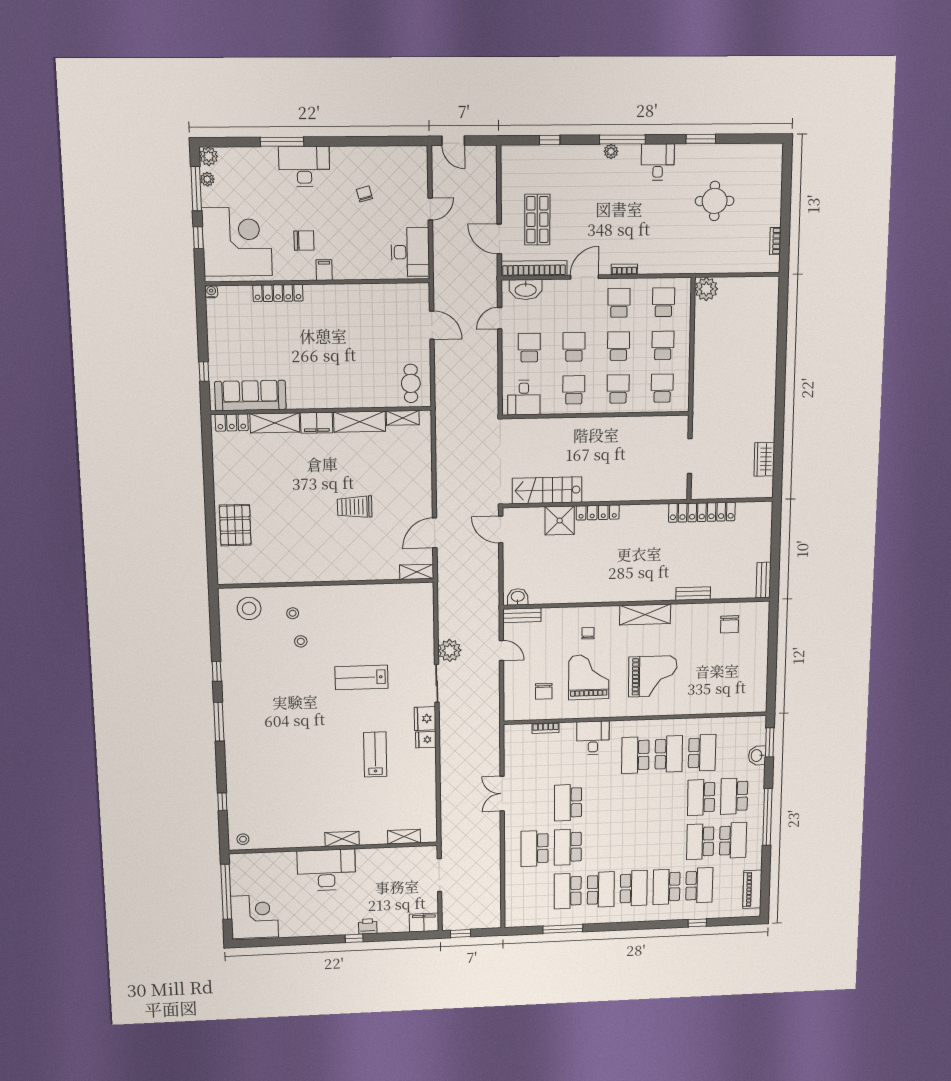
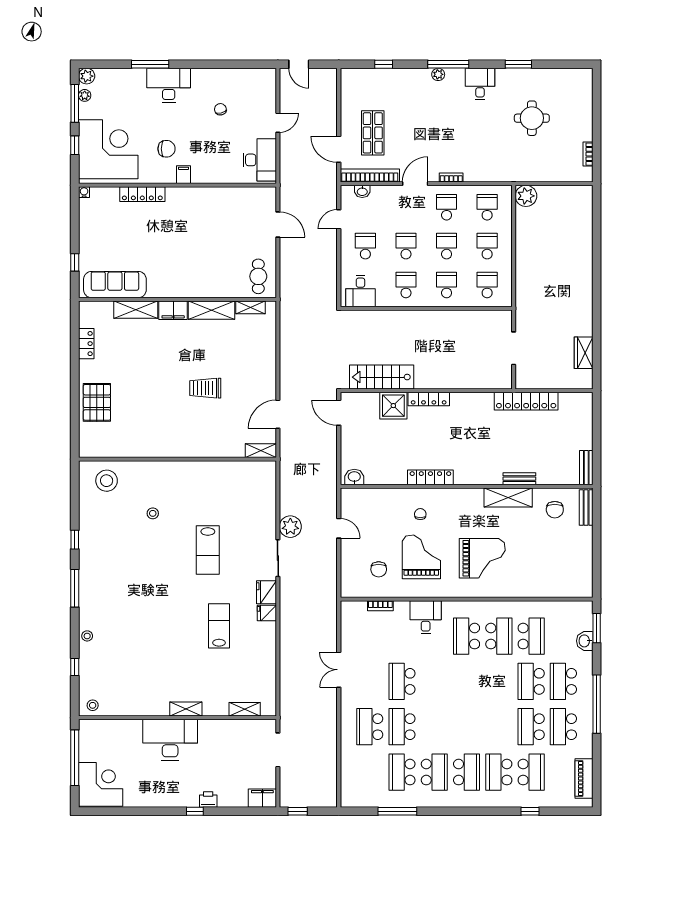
washbasin: (526, 290) -> (362, 191), width x0.52, depth x0.69
locker: (232, 423) -> (86, 344), moved, turned -90
locker: (599, 595) -> (430, 477), added
stool: (293, 613) -> (87, 636), moved
shelving: (645, 614) -> (508, 498), moved
bench: (522, 615) -> (586, 508), moved, turned 90
lab bench: (361, 677) -> (208, 550), turned -90
school desk: (733, 840) -> (563, 727), turned 180

